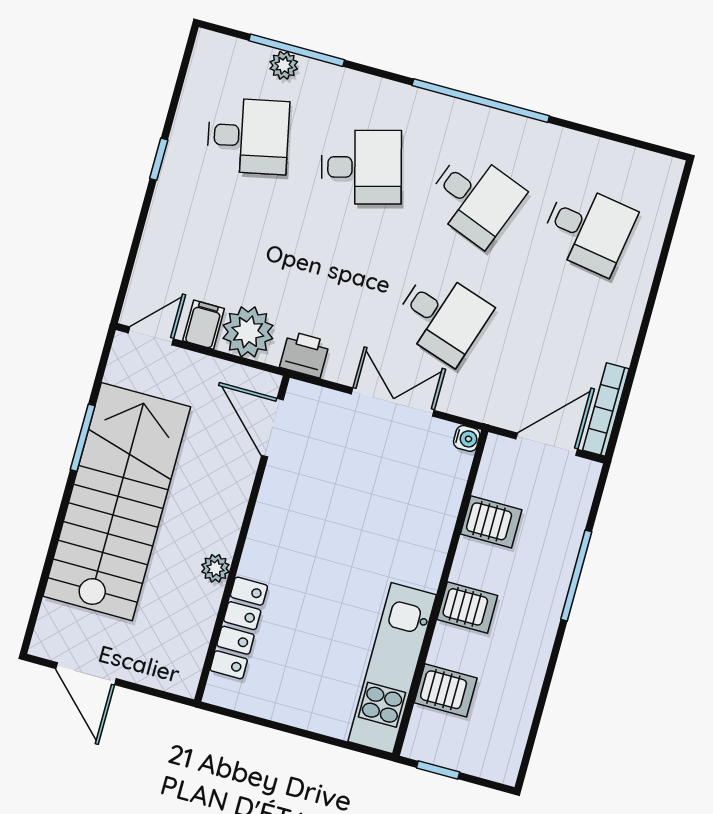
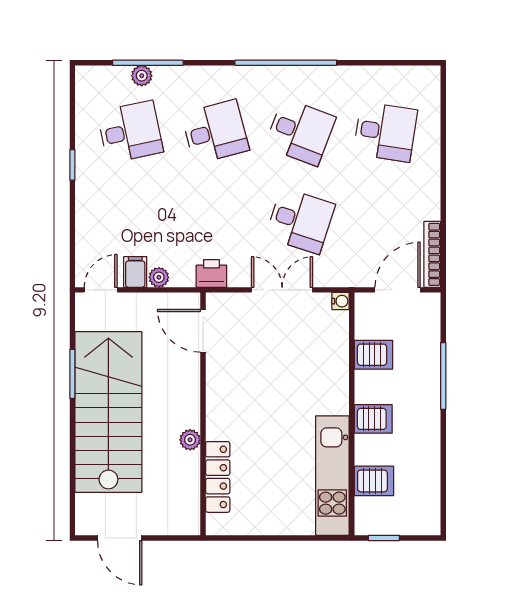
plant: (248, 332) -> (159, 277), width x0.53, depth x0.53

